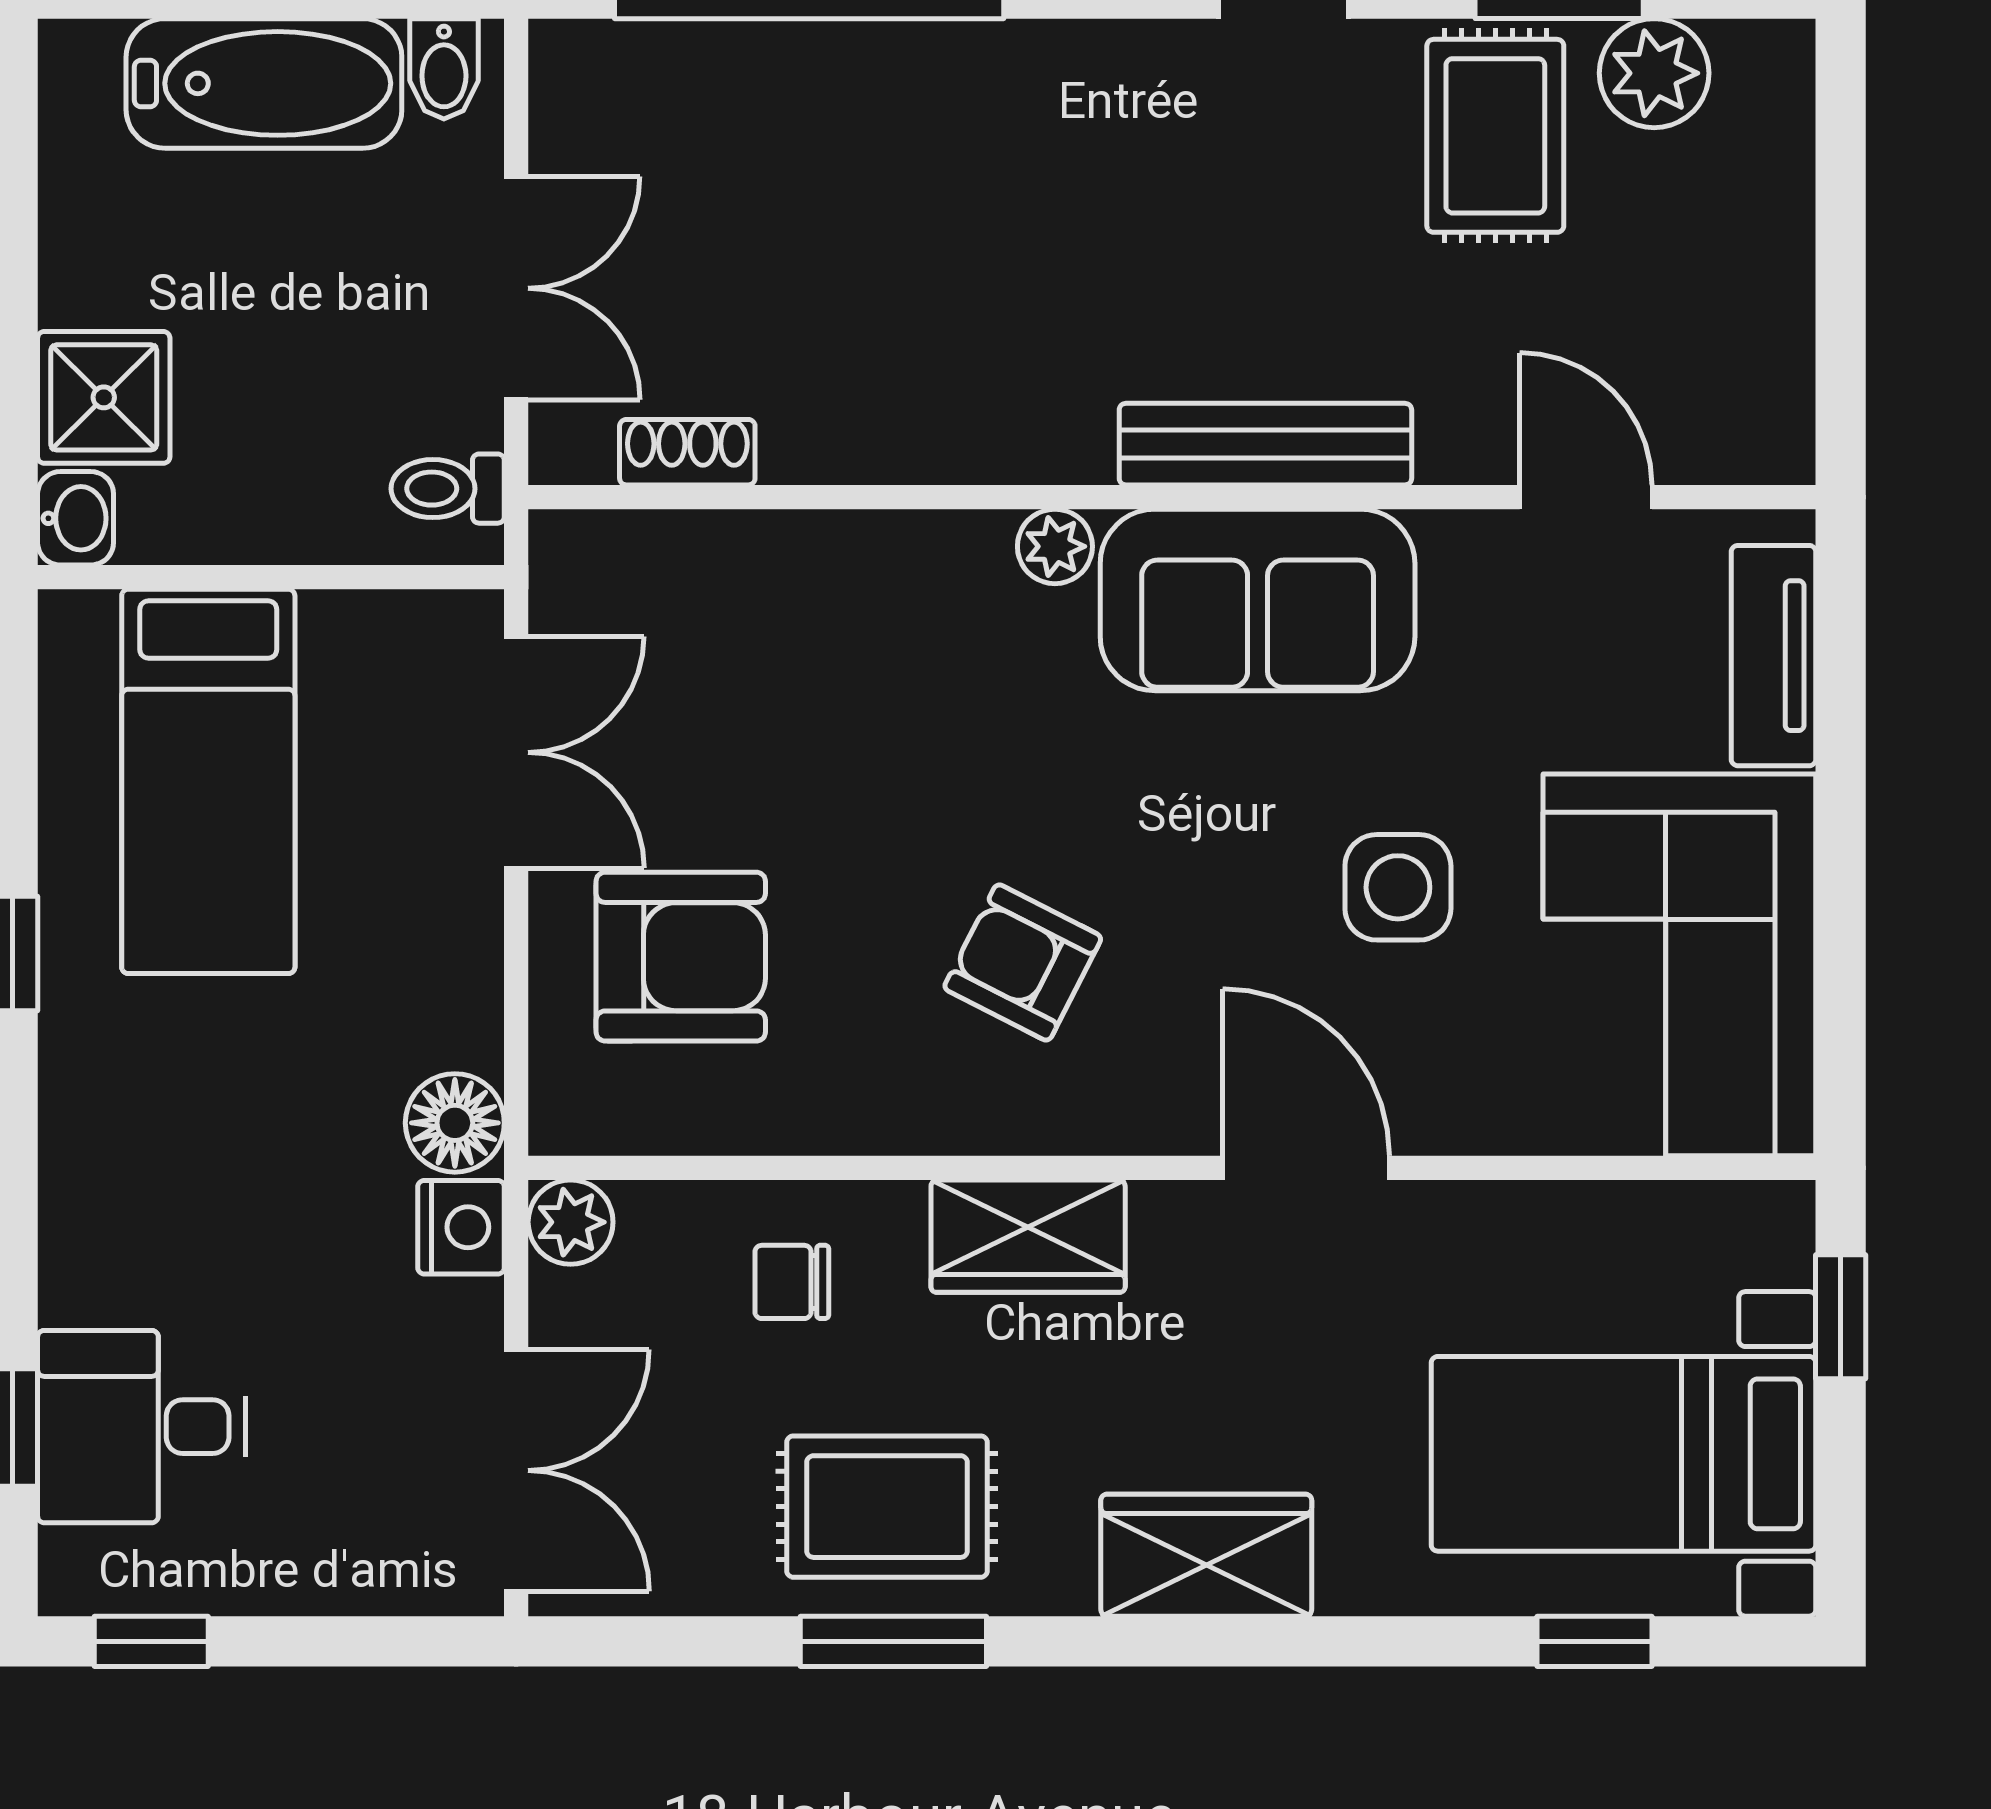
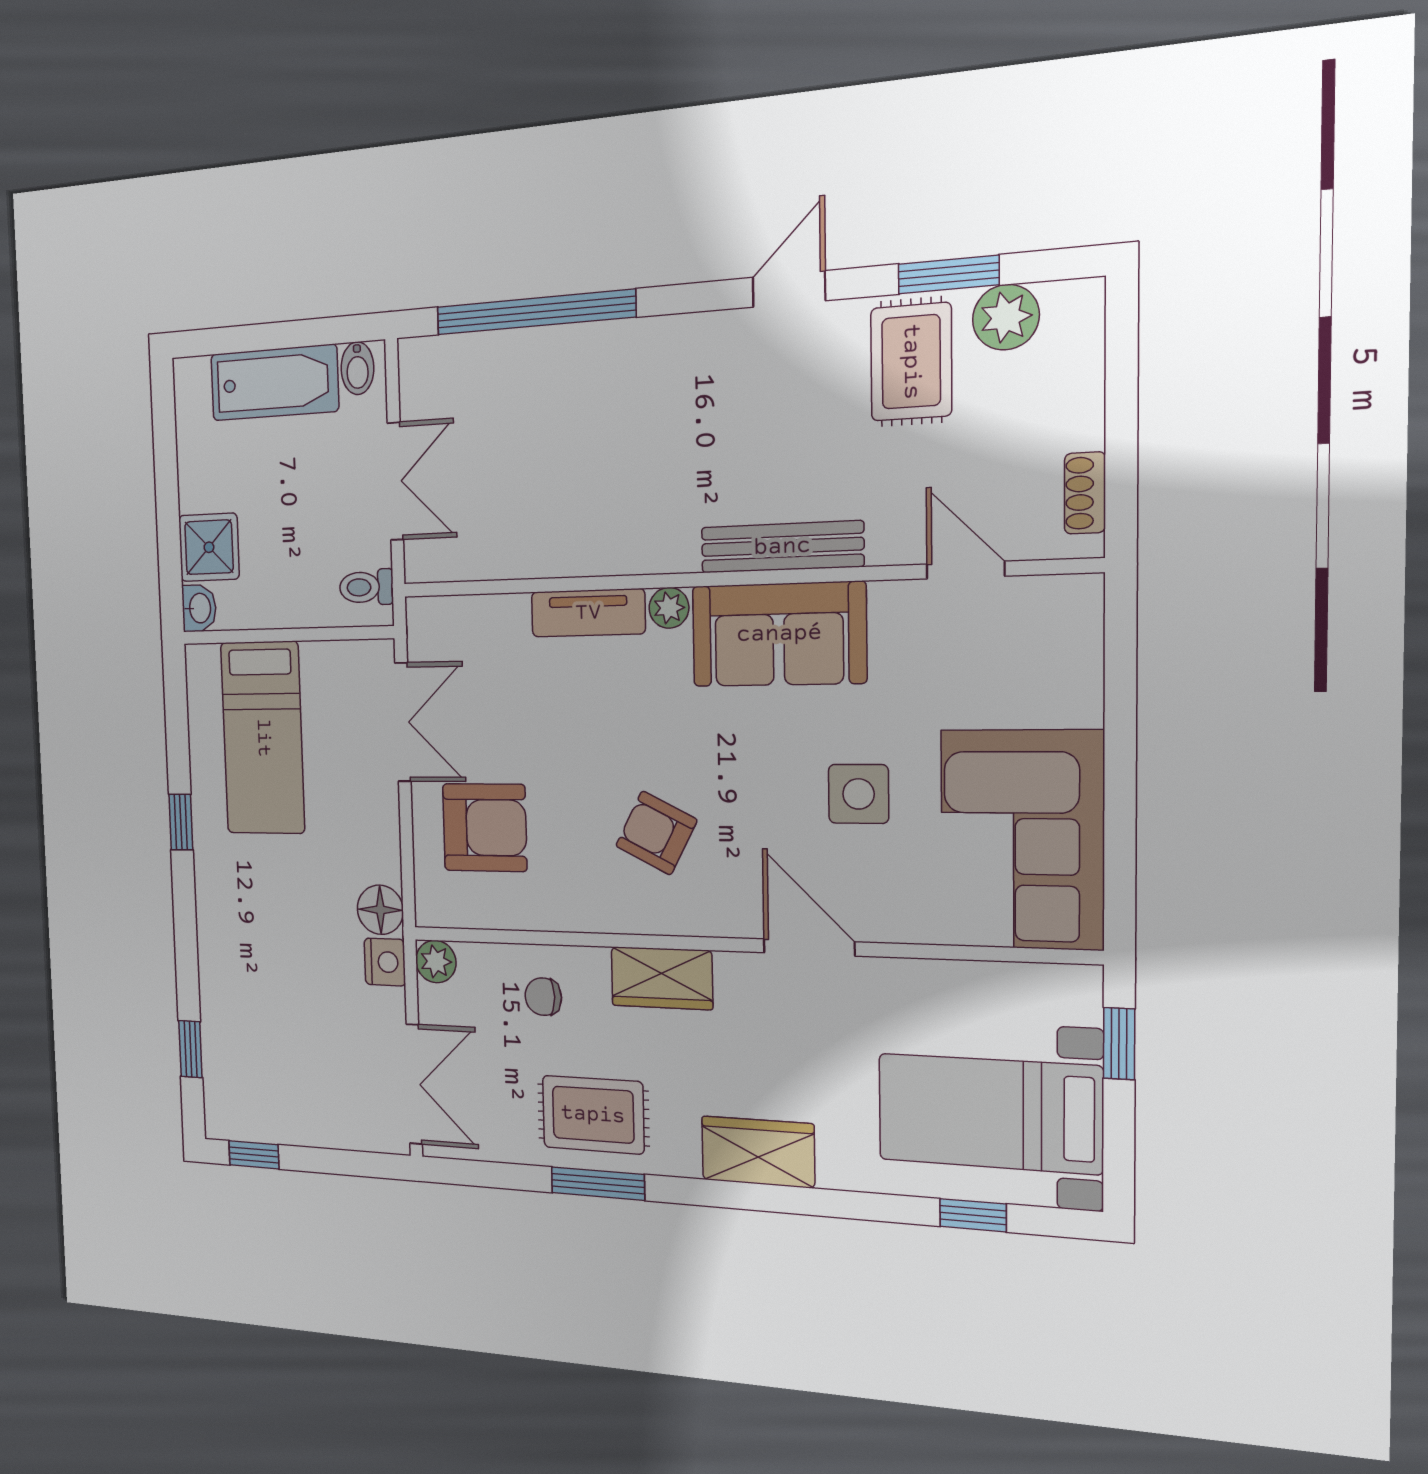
shoe rack: (687, 452) -> (1085, 493), moved, turned -90
tv unit: (1774, 656) -> (588, 613), moved, turned -90
desk: (142, 1427) -> (246, 1052), removed

